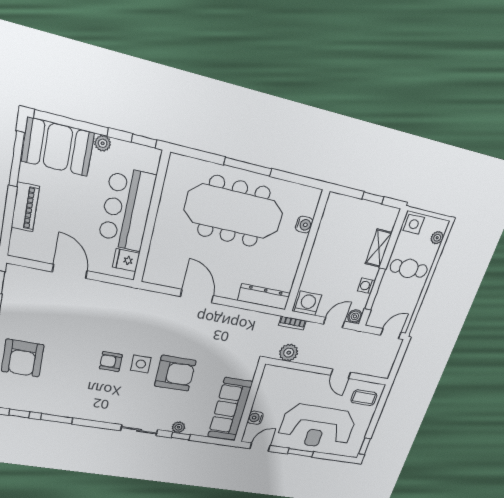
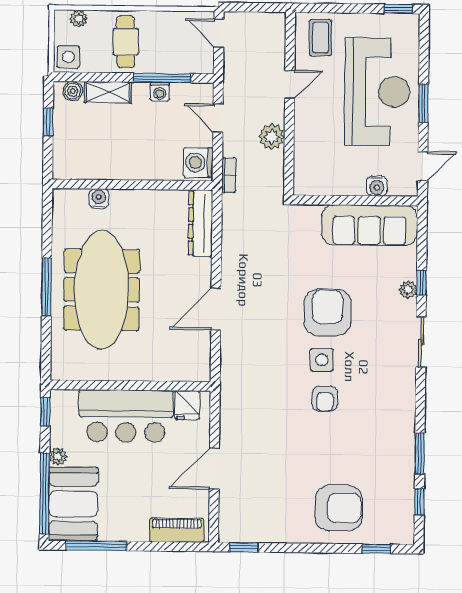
piano: (25, 207) -> (177, 530), moved
boiler: (355, 316) -> (73, 91), moved
plant: (289, 353) -> (272, 137), moved
door: (260, 447) -> (423, 166), swing flipped

